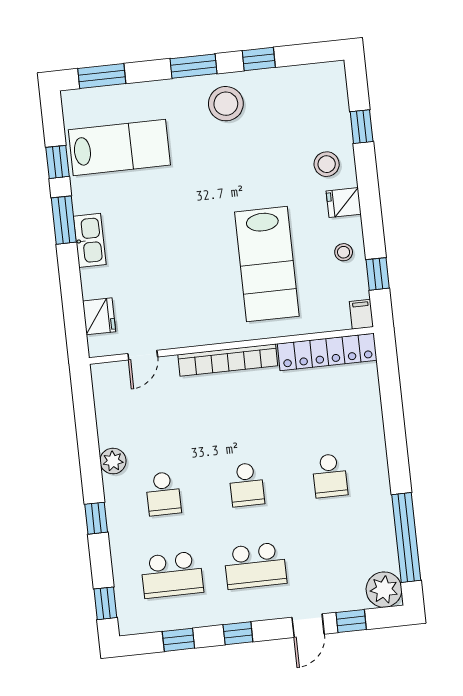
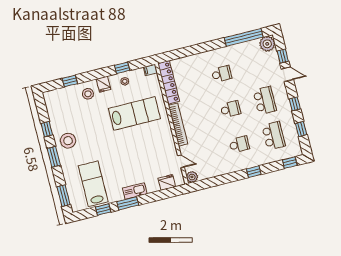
window: (378, 274) -> (122, 68), moved
plant: (113, 461) -> (192, 177), moved

